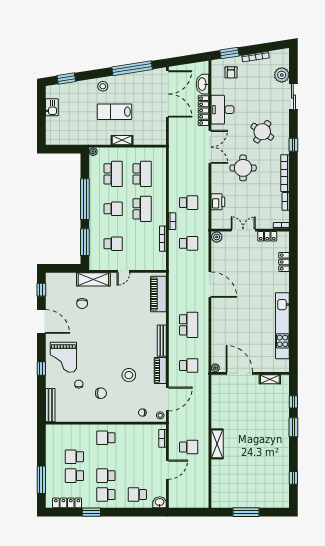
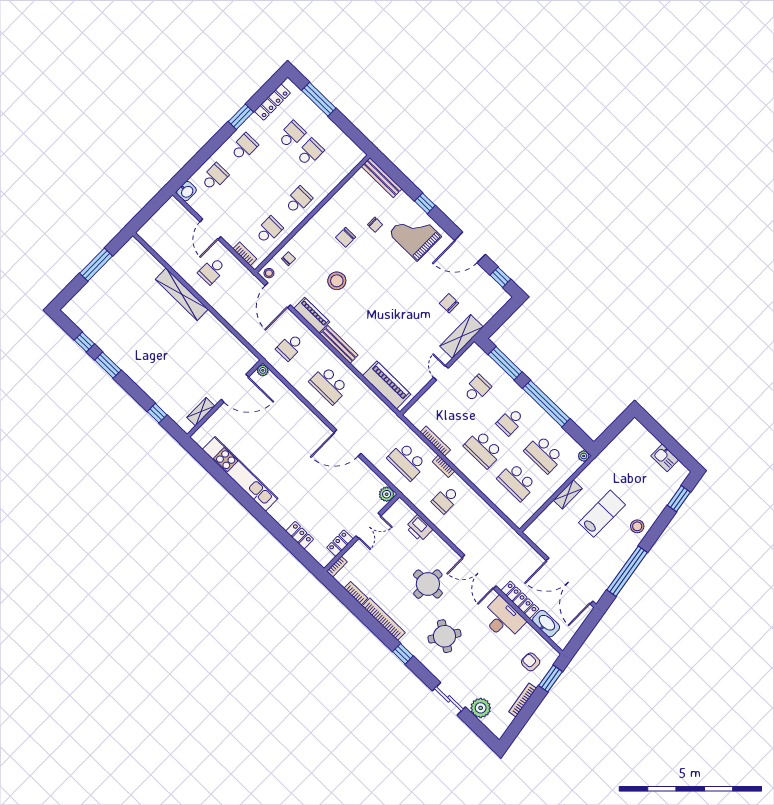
school desk: (189, 243) -> (407, 461), width x1.85
school desk: (113, 244) -> (477, 389), turned 180
window: (293, 427) -> (108, 365), moved
shelving: (217, 444) -> (182, 294), width x1.47
school desk: (106, 476) -> (269, 230), moved

